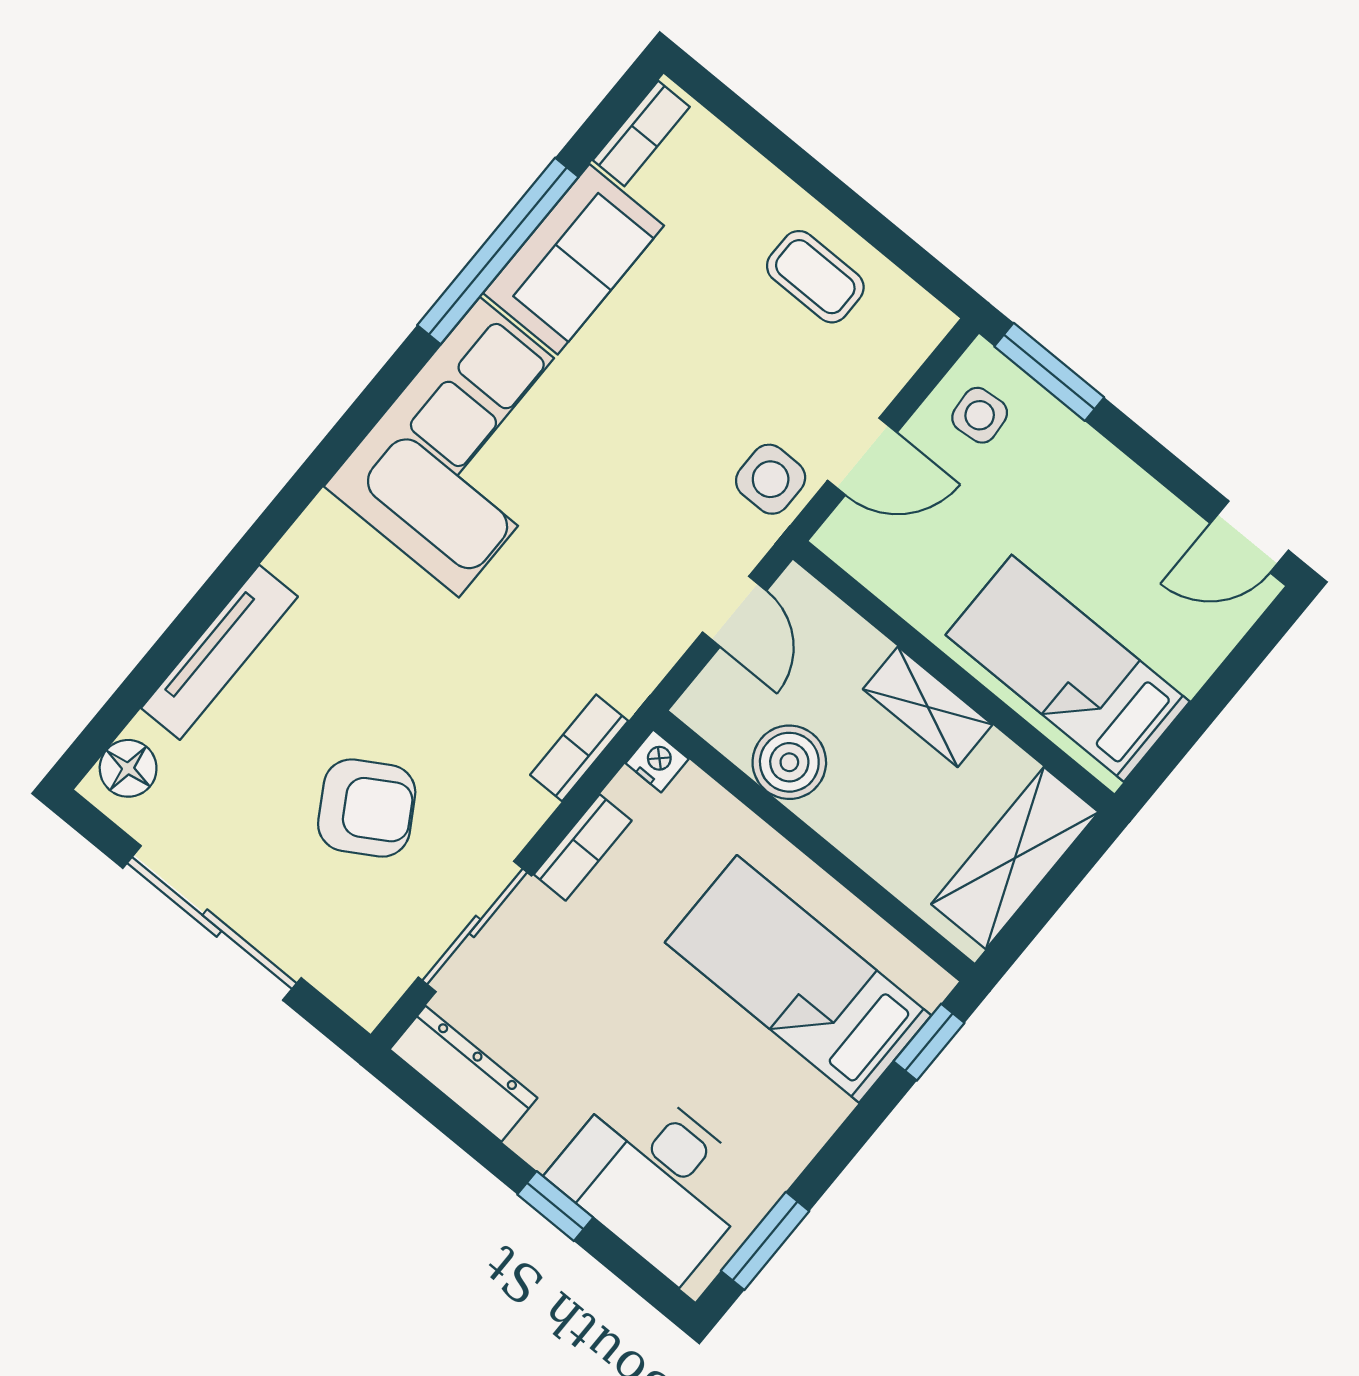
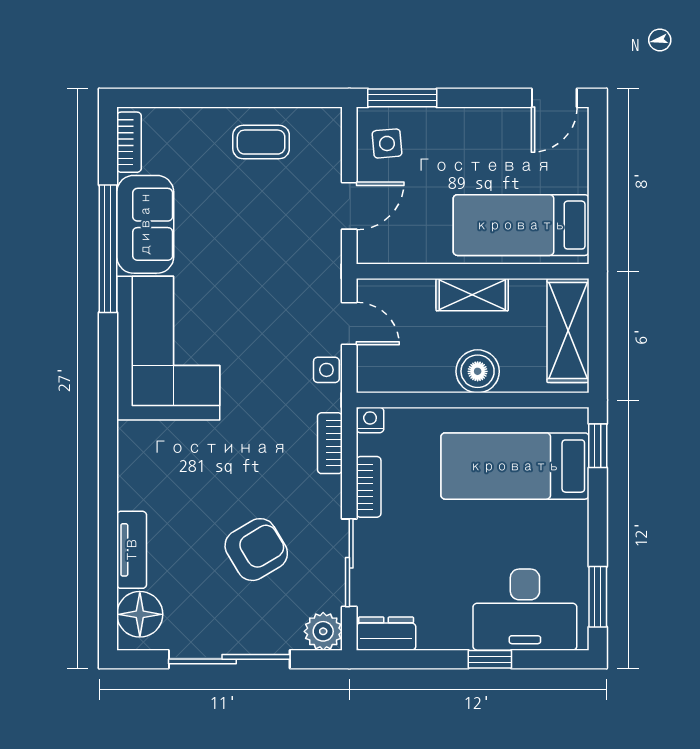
side table: (771, 479) -> (326, 370), moved, width x0.73, depth x0.73
tv unit: (219, 652) -> (132, 550), width x0.71
boiler: (789, 762) -> (478, 371), moved
floor lamp: (128, 768) -> (140, 614), width x1.38, depth x1.38
plant: (366, 988) -> (323, 631), added
dresser: (463, 1074) -> (386, 634), width x0.70

